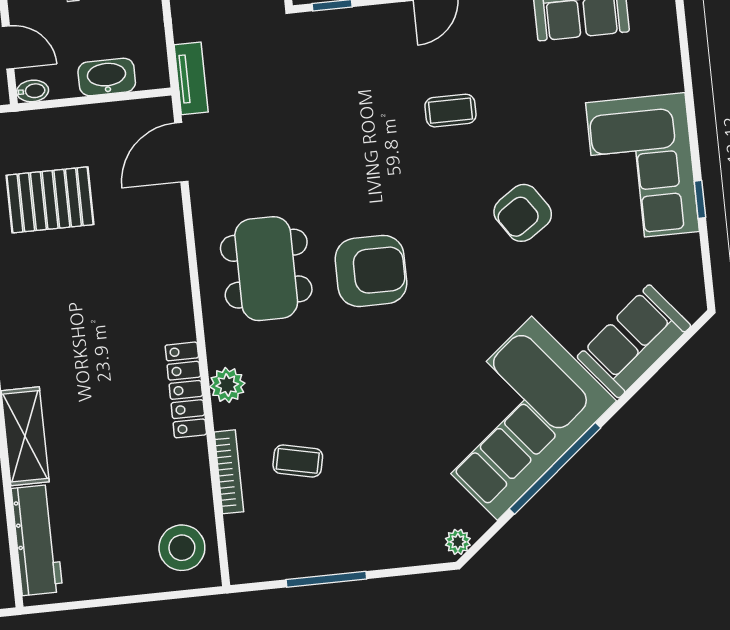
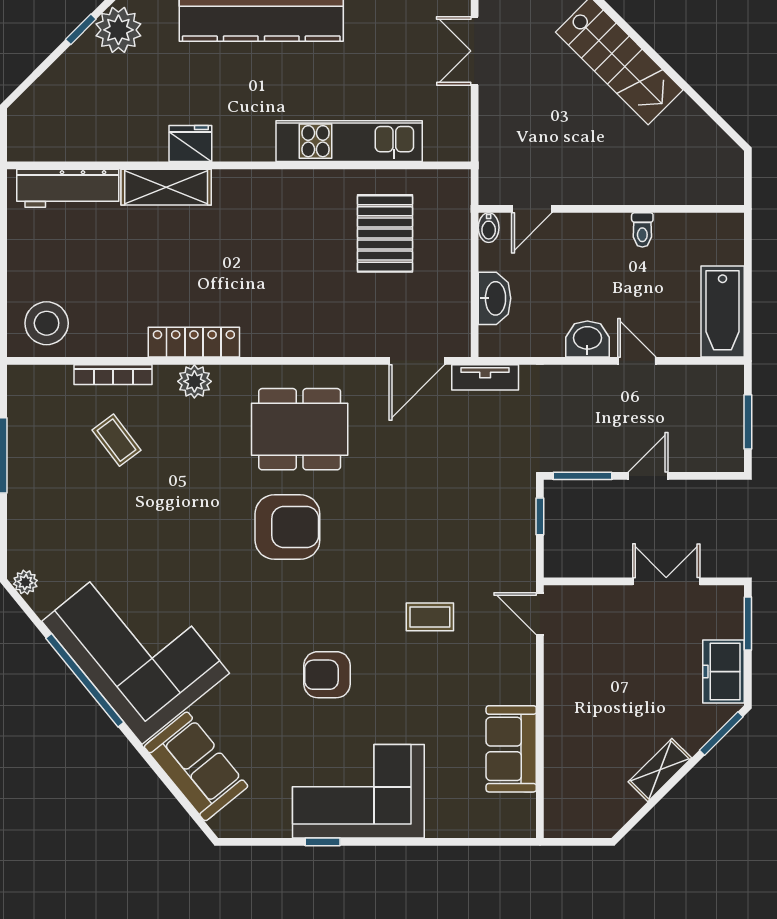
coffee table: (450, 111) -> (430, 617), turned 90
door: (181, 152) -> (417, 361), swing flipped
armchair: (523, 213) -> (327, 675), turned -56
armchair: (371, 271) -> (287, 527), turned -90
coffee table: (298, 461) -> (117, 440), turned -49

